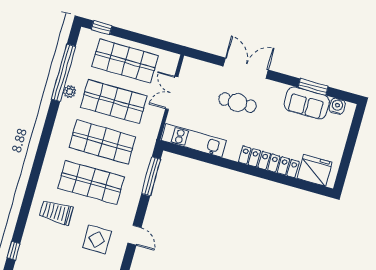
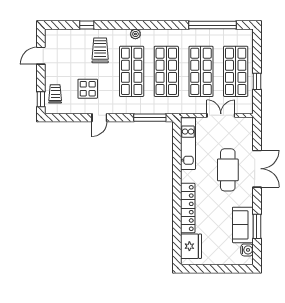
window: (102, 28) -> (257, 81), moved
plant: (70, 92) -> (135, 34), moved
cafe table: (237, 103) -> (228, 170), width x1.37, depth x1.35
window: (13, 251) -> (87, 25), moved

